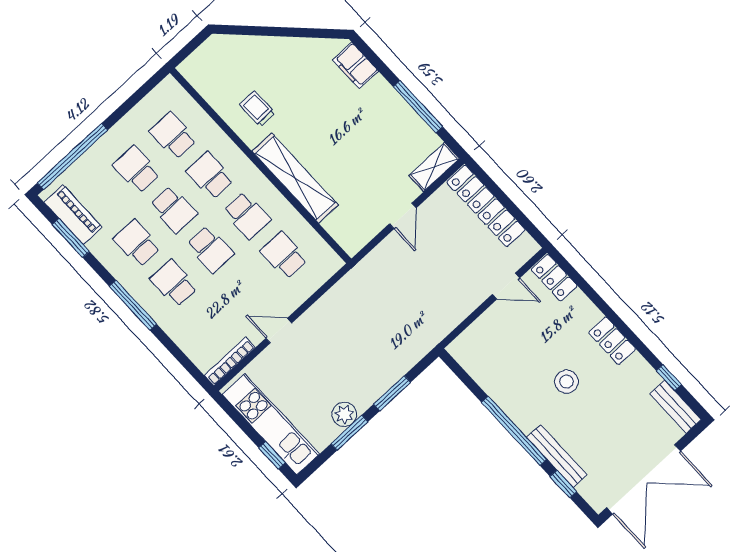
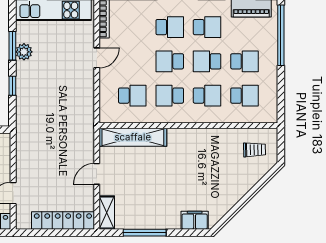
trolley: (257, 109) -> (255, 150), moved
shelving: (295, 178) -> (133, 137), moved
door: (403, 216) -> (97, 174), hinge flipped
window: (392, 393) -> (12, 86), width x0.67

